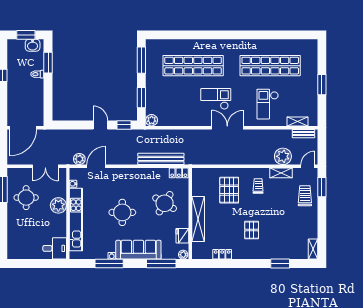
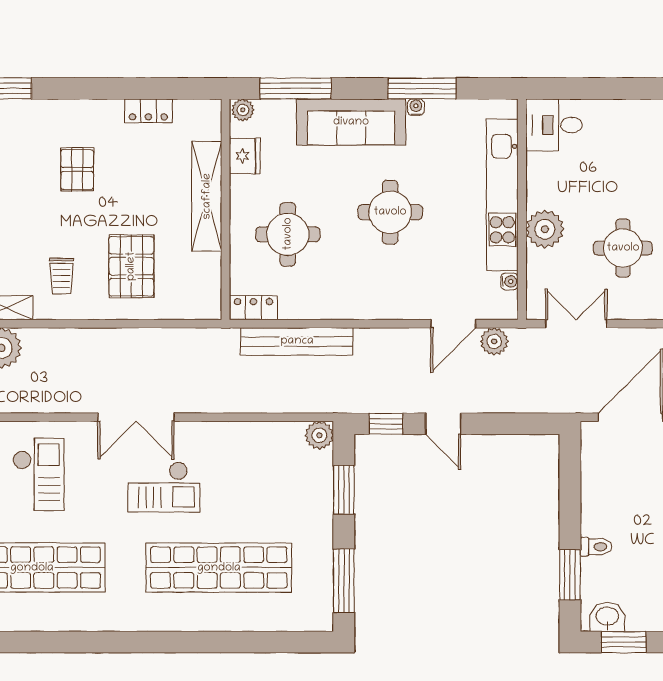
round table: (165, 203) -> (288, 234), turned -31

